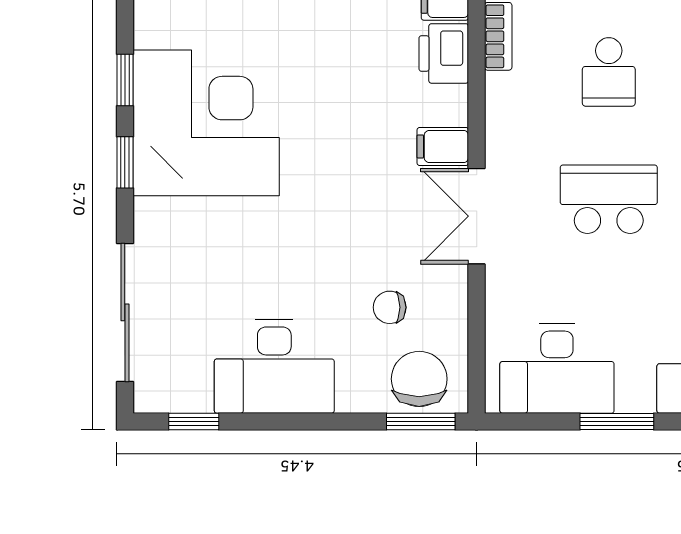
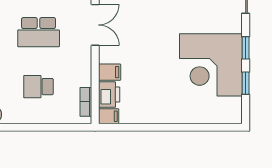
school desk: (609, 72) -> (39, 87), turned -90
filing cabinet: (443, 147) -> (110, 72), moved

